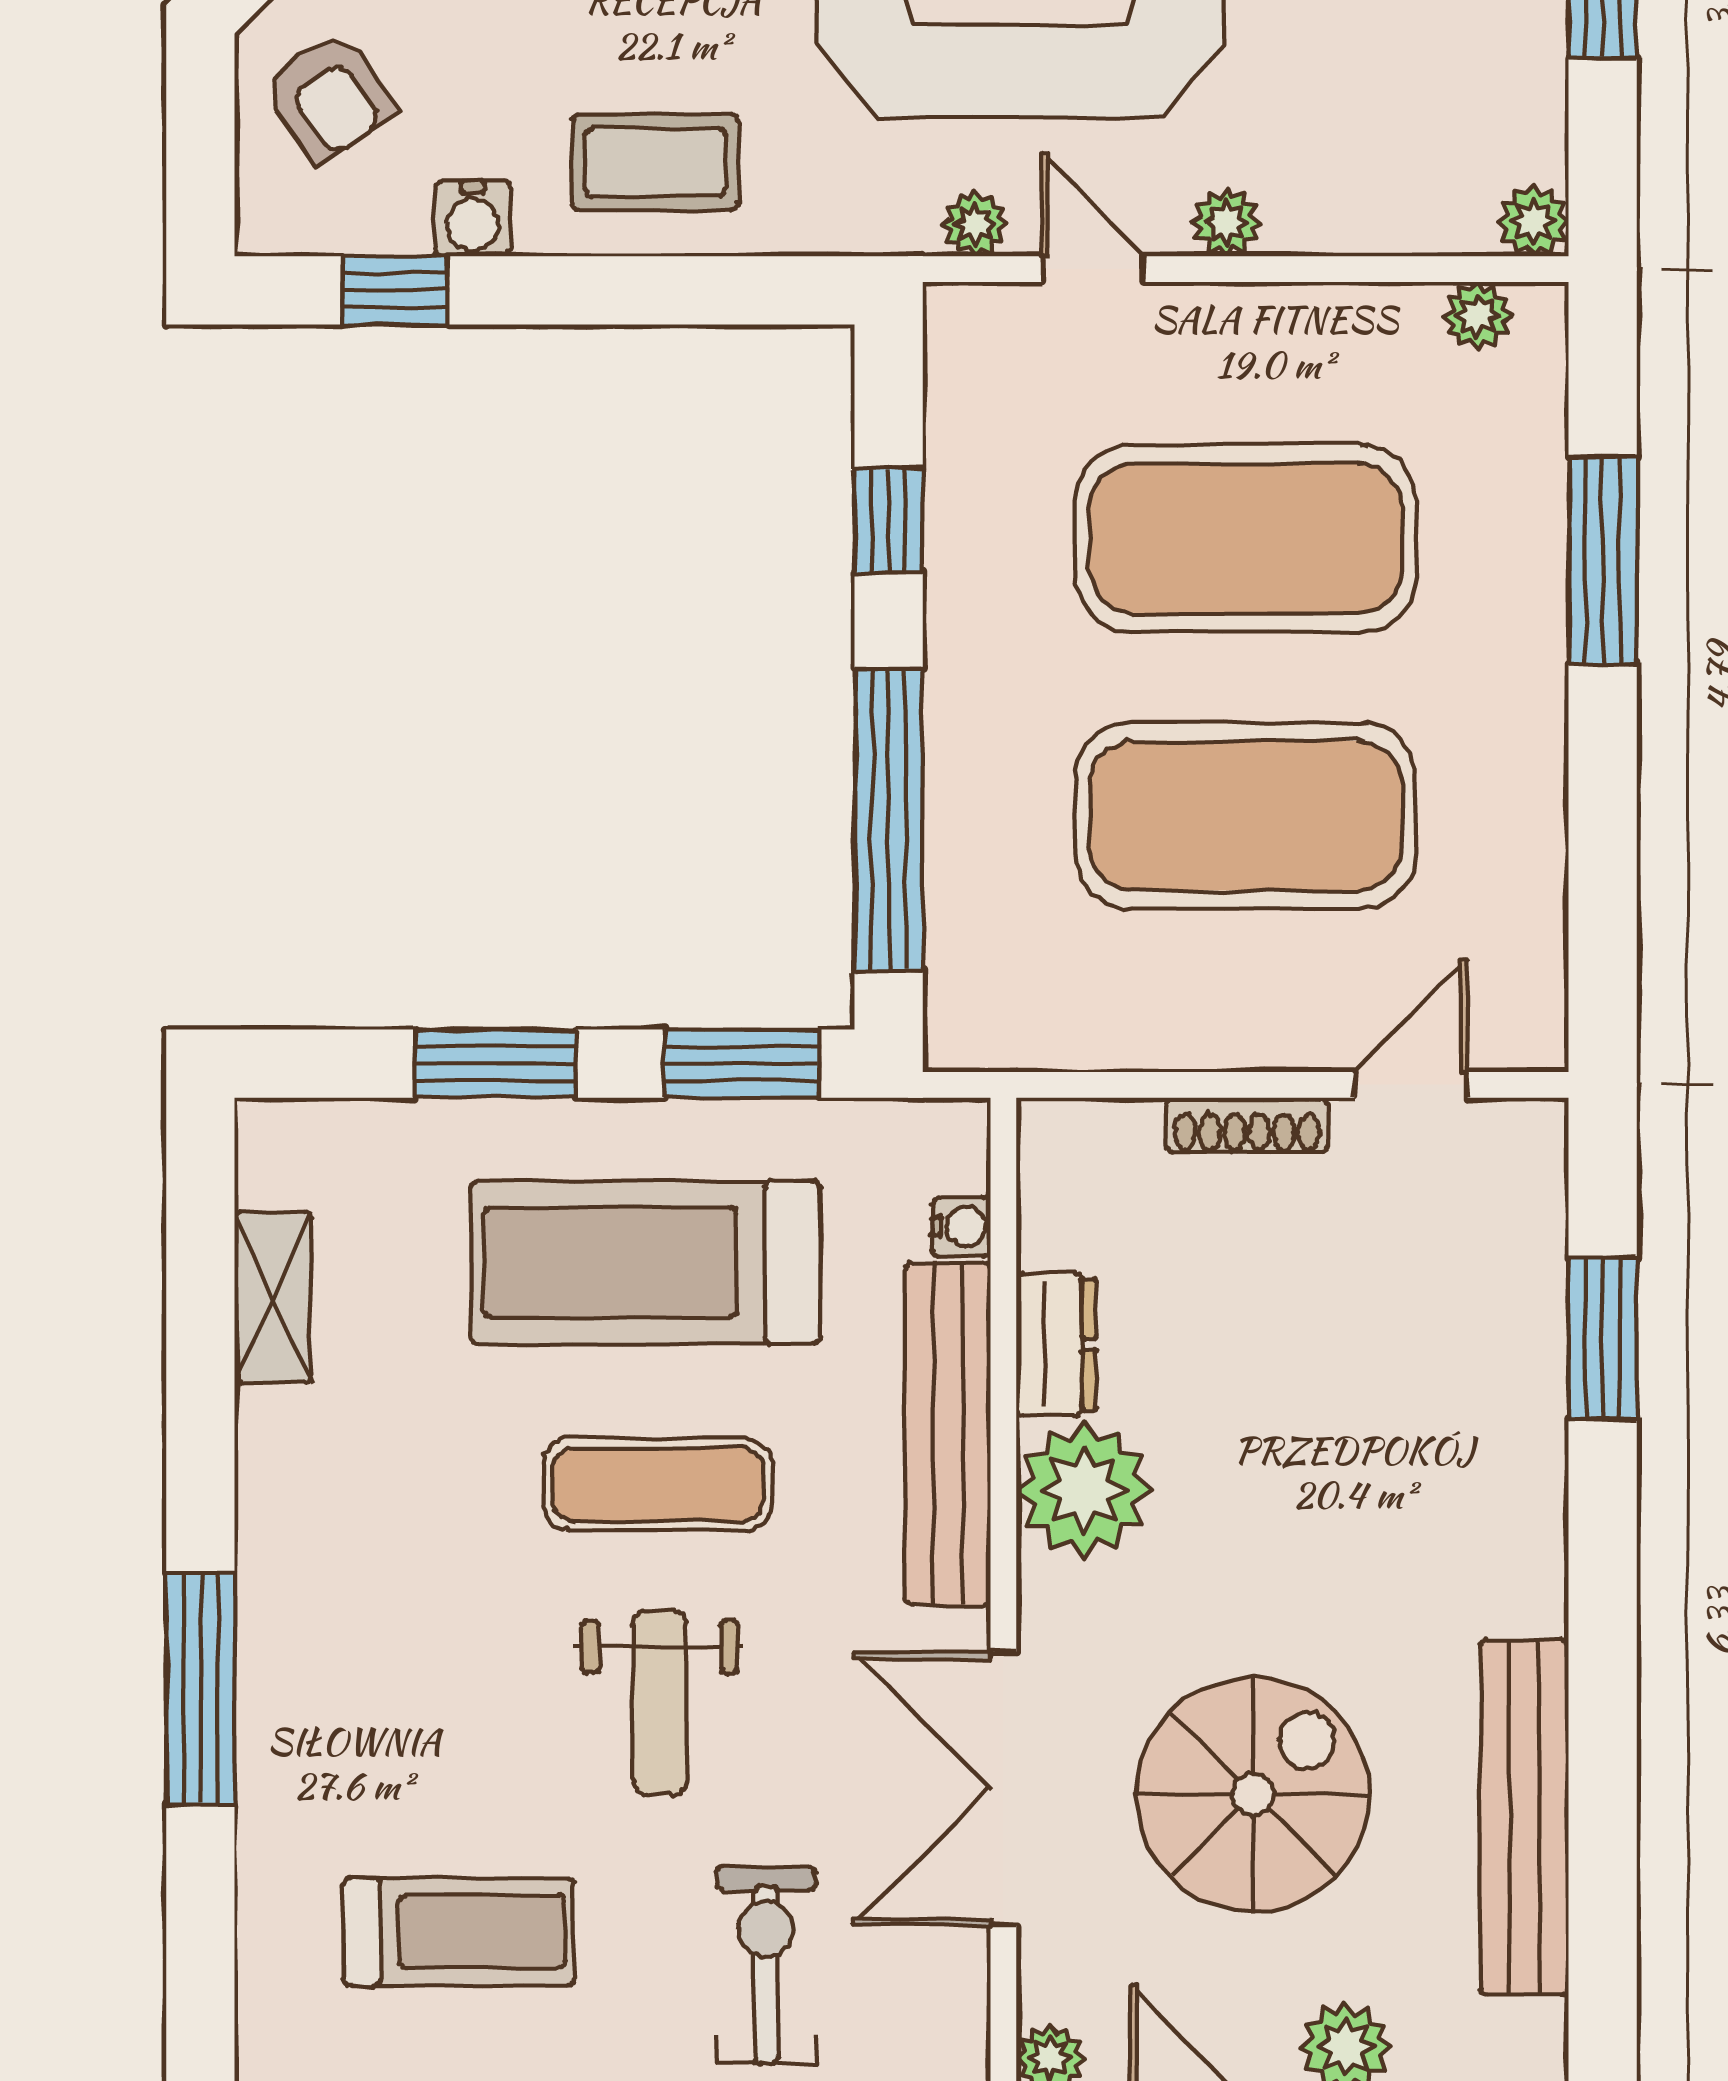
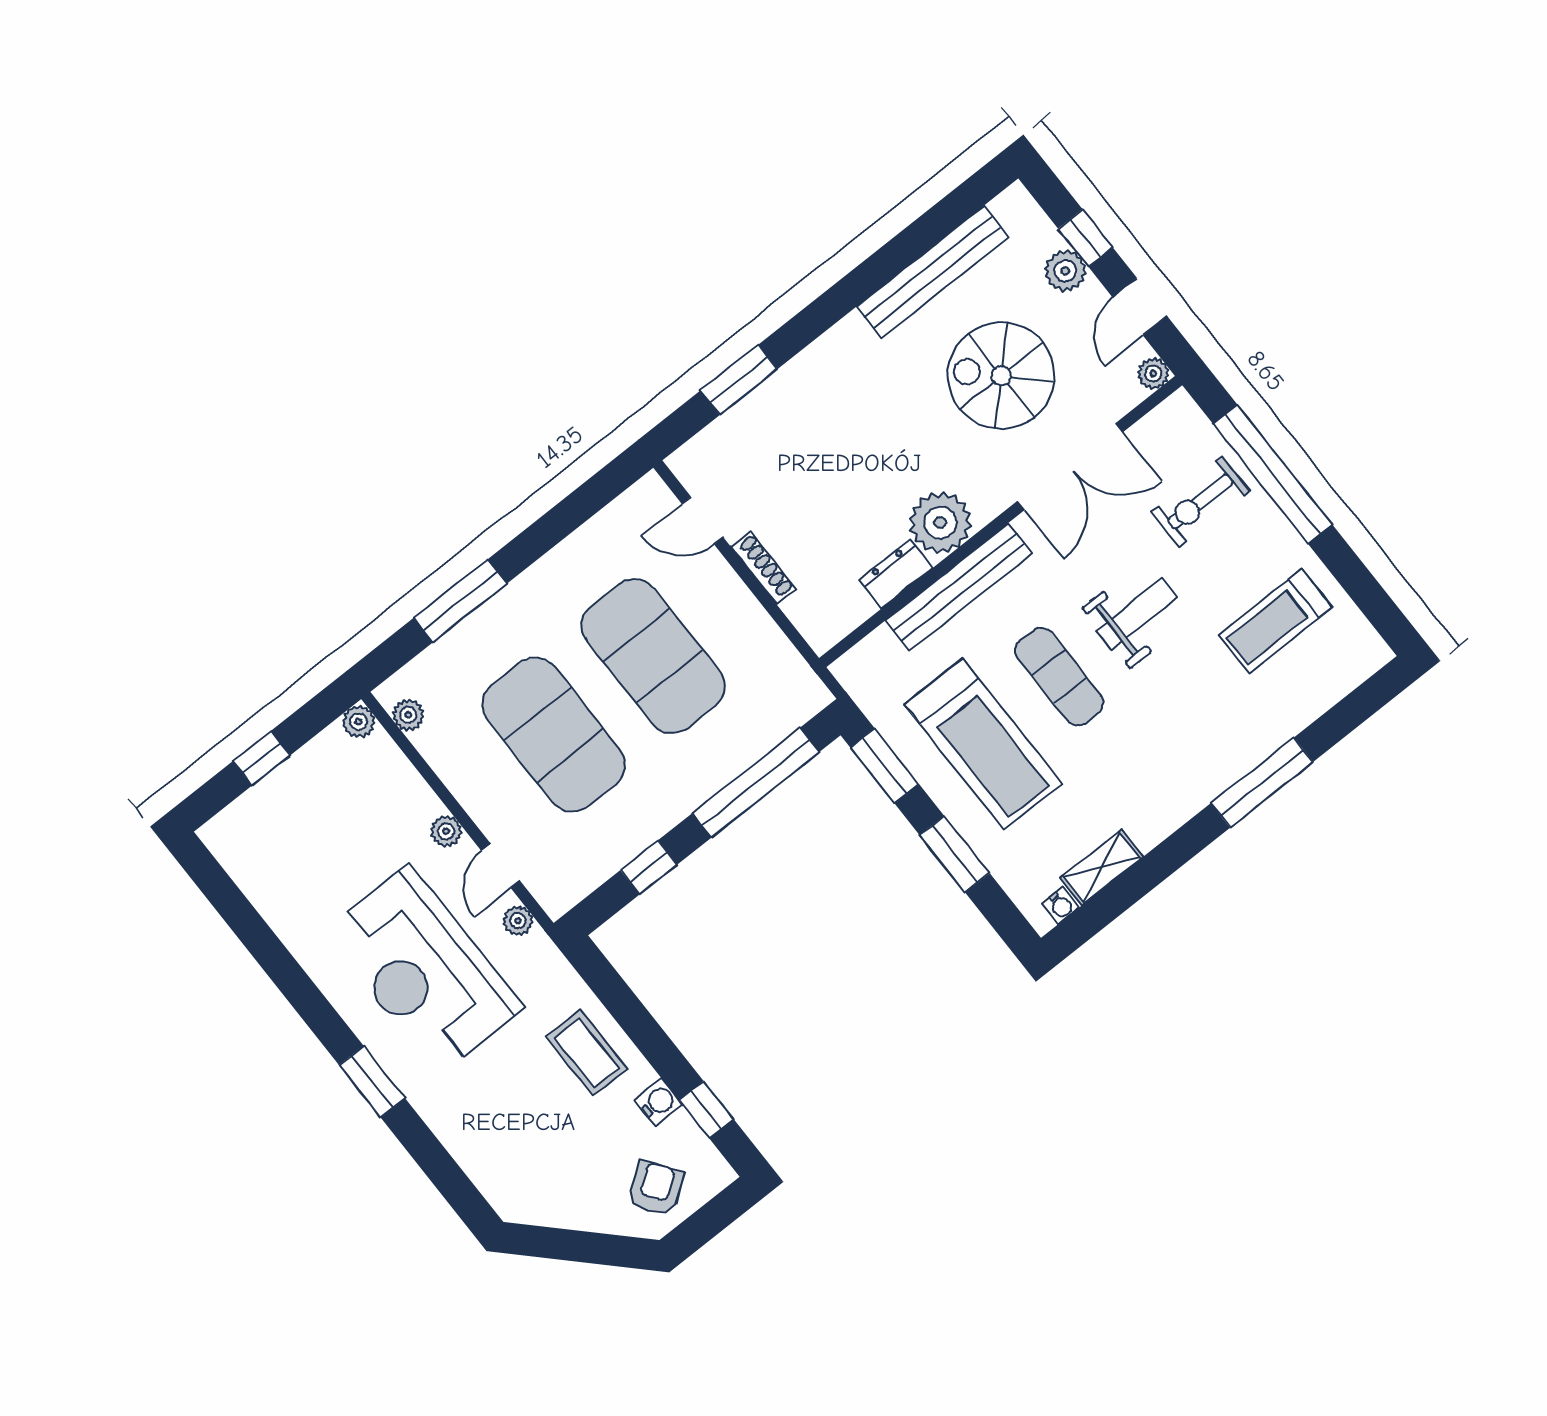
water cooler: (961, 1227) -> (1061, 905), moved, turned 180
treadmill: (459, 1931) -> (1276, 621), turned -90

